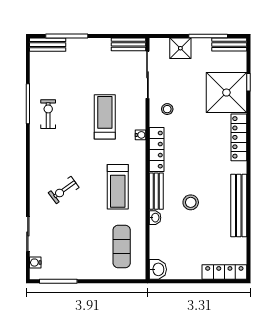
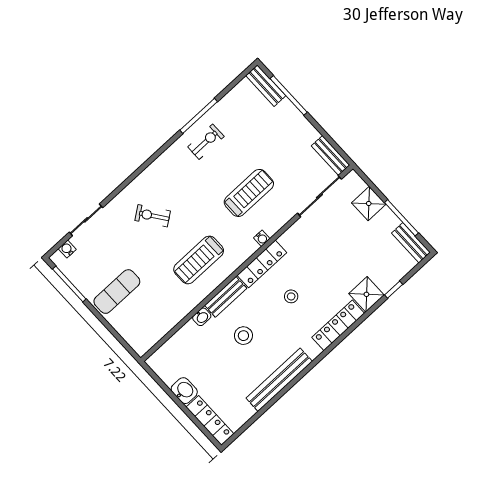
shower: (226, 93) -> (366, 294), width x0.54, depth x0.54
stool: (167, 109) -> (291, 296), moved
exercise mat: (122, 246) -> (117, 292), moved
washbasin: (158, 269) -> (184, 391), moved, turned -90

